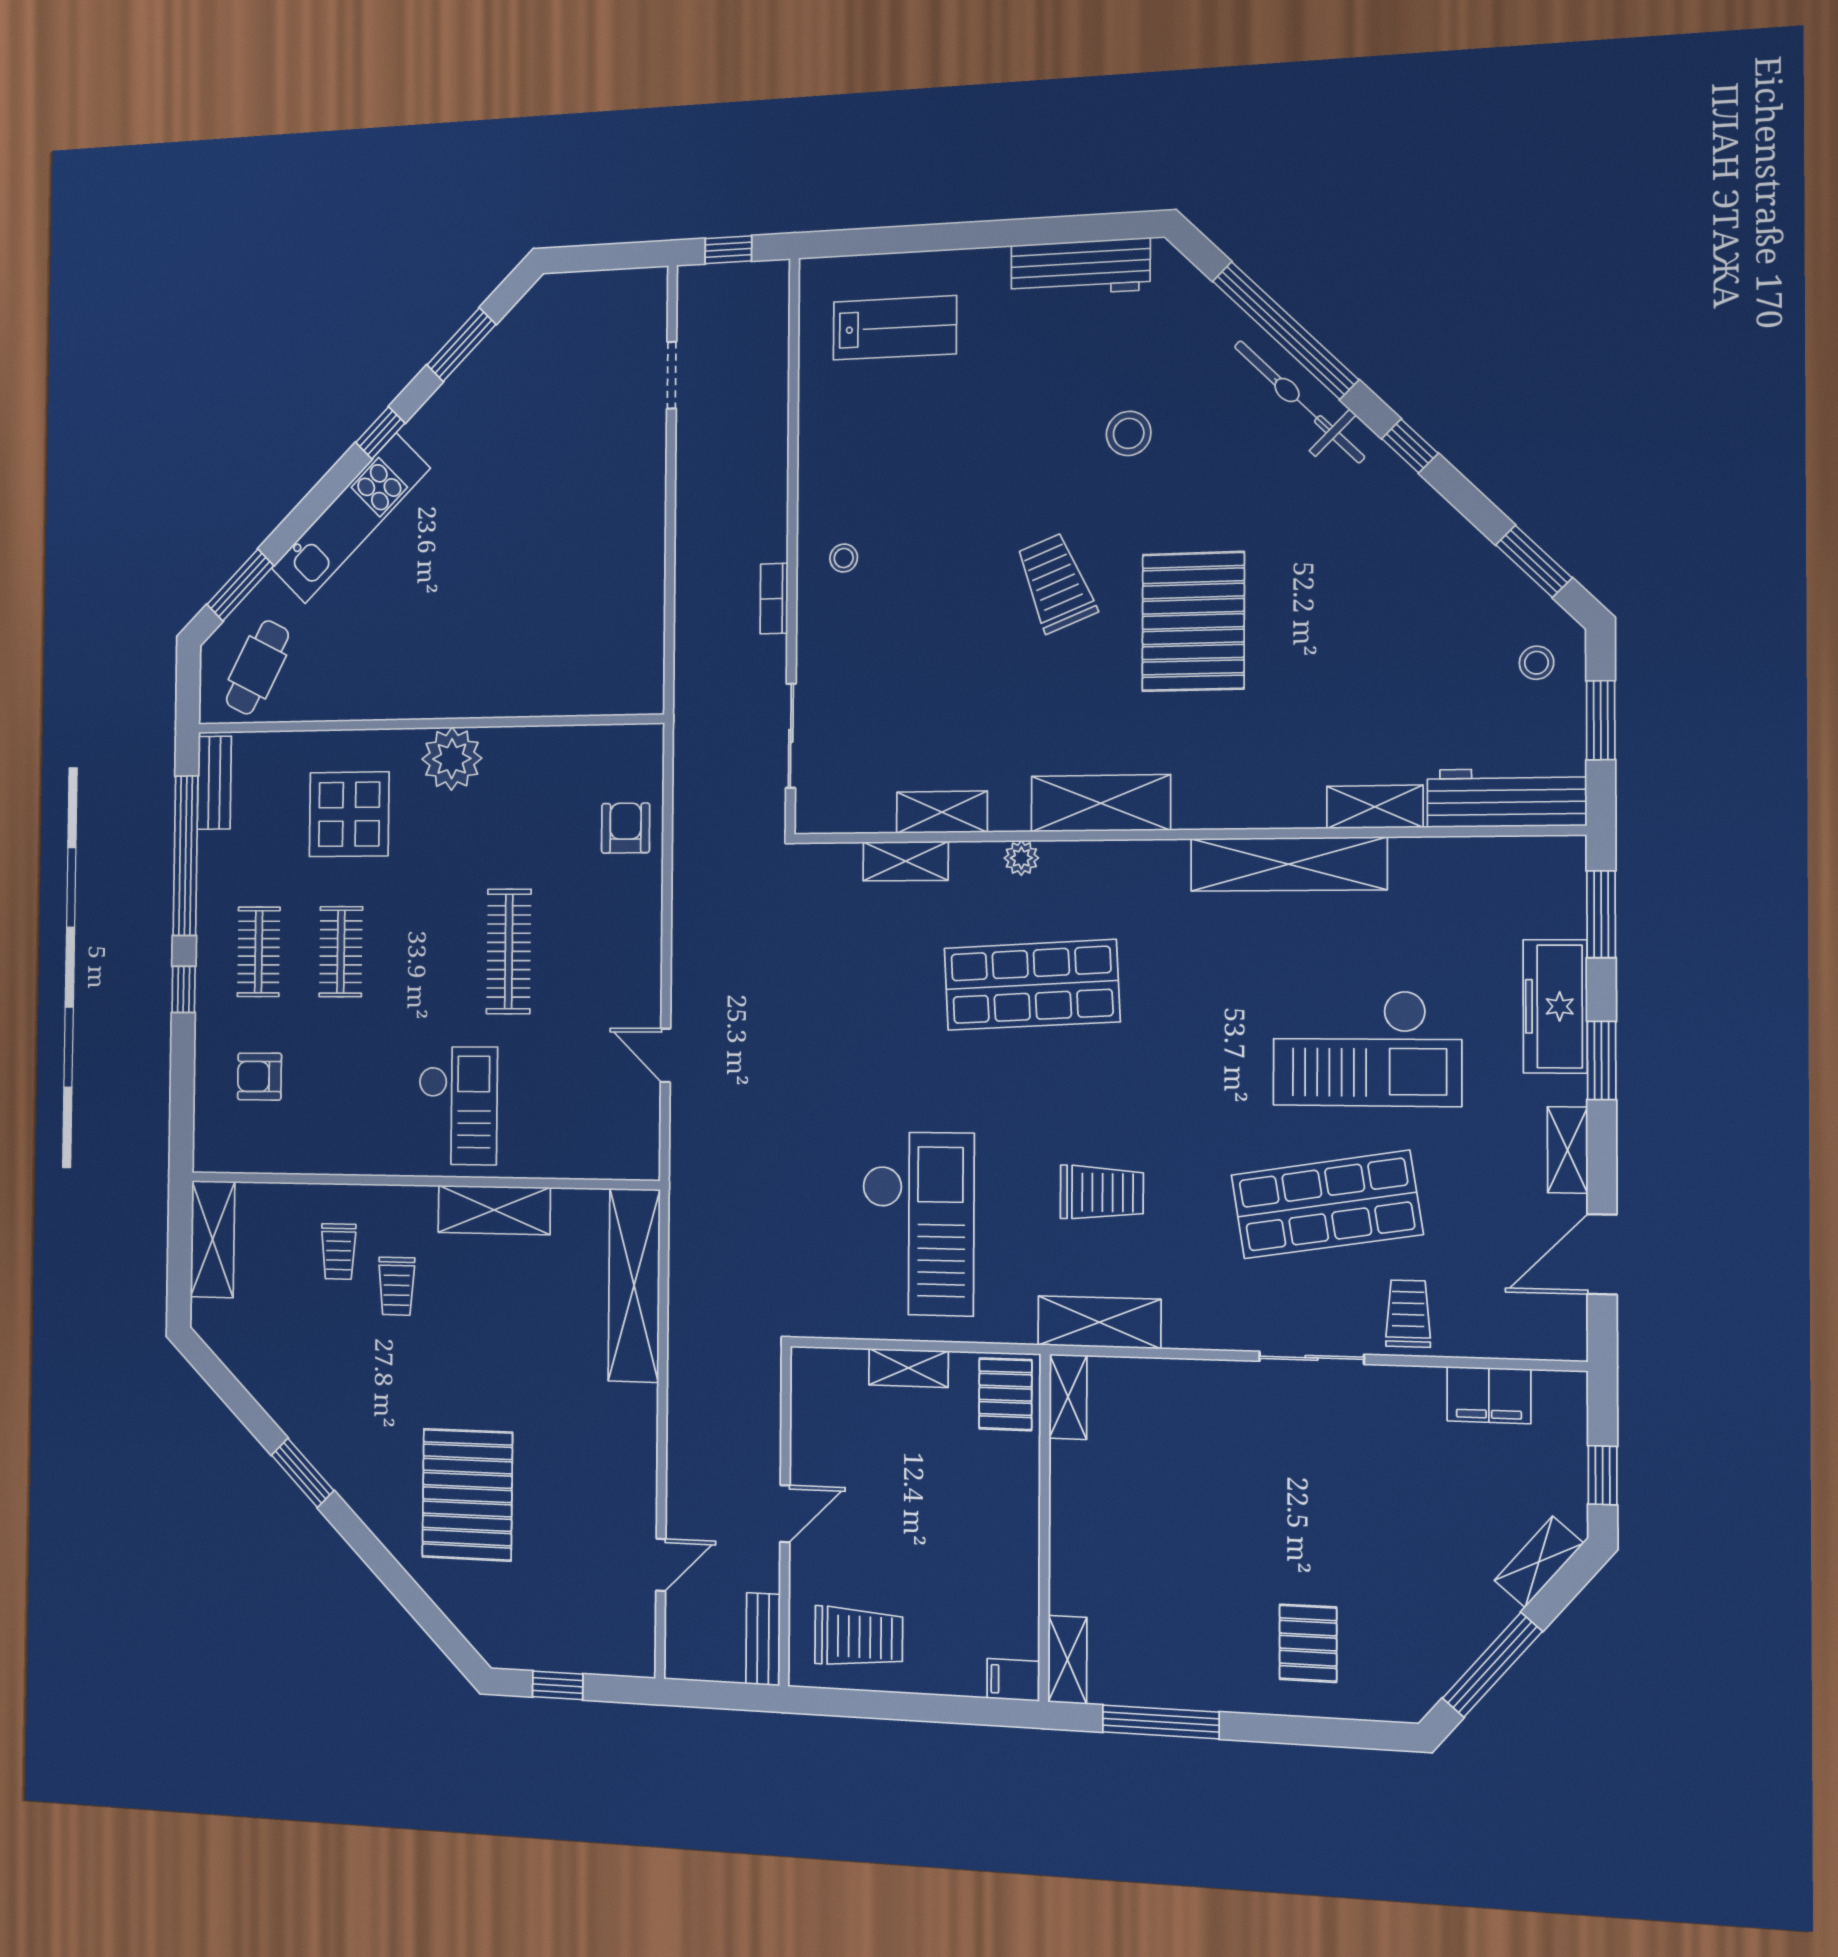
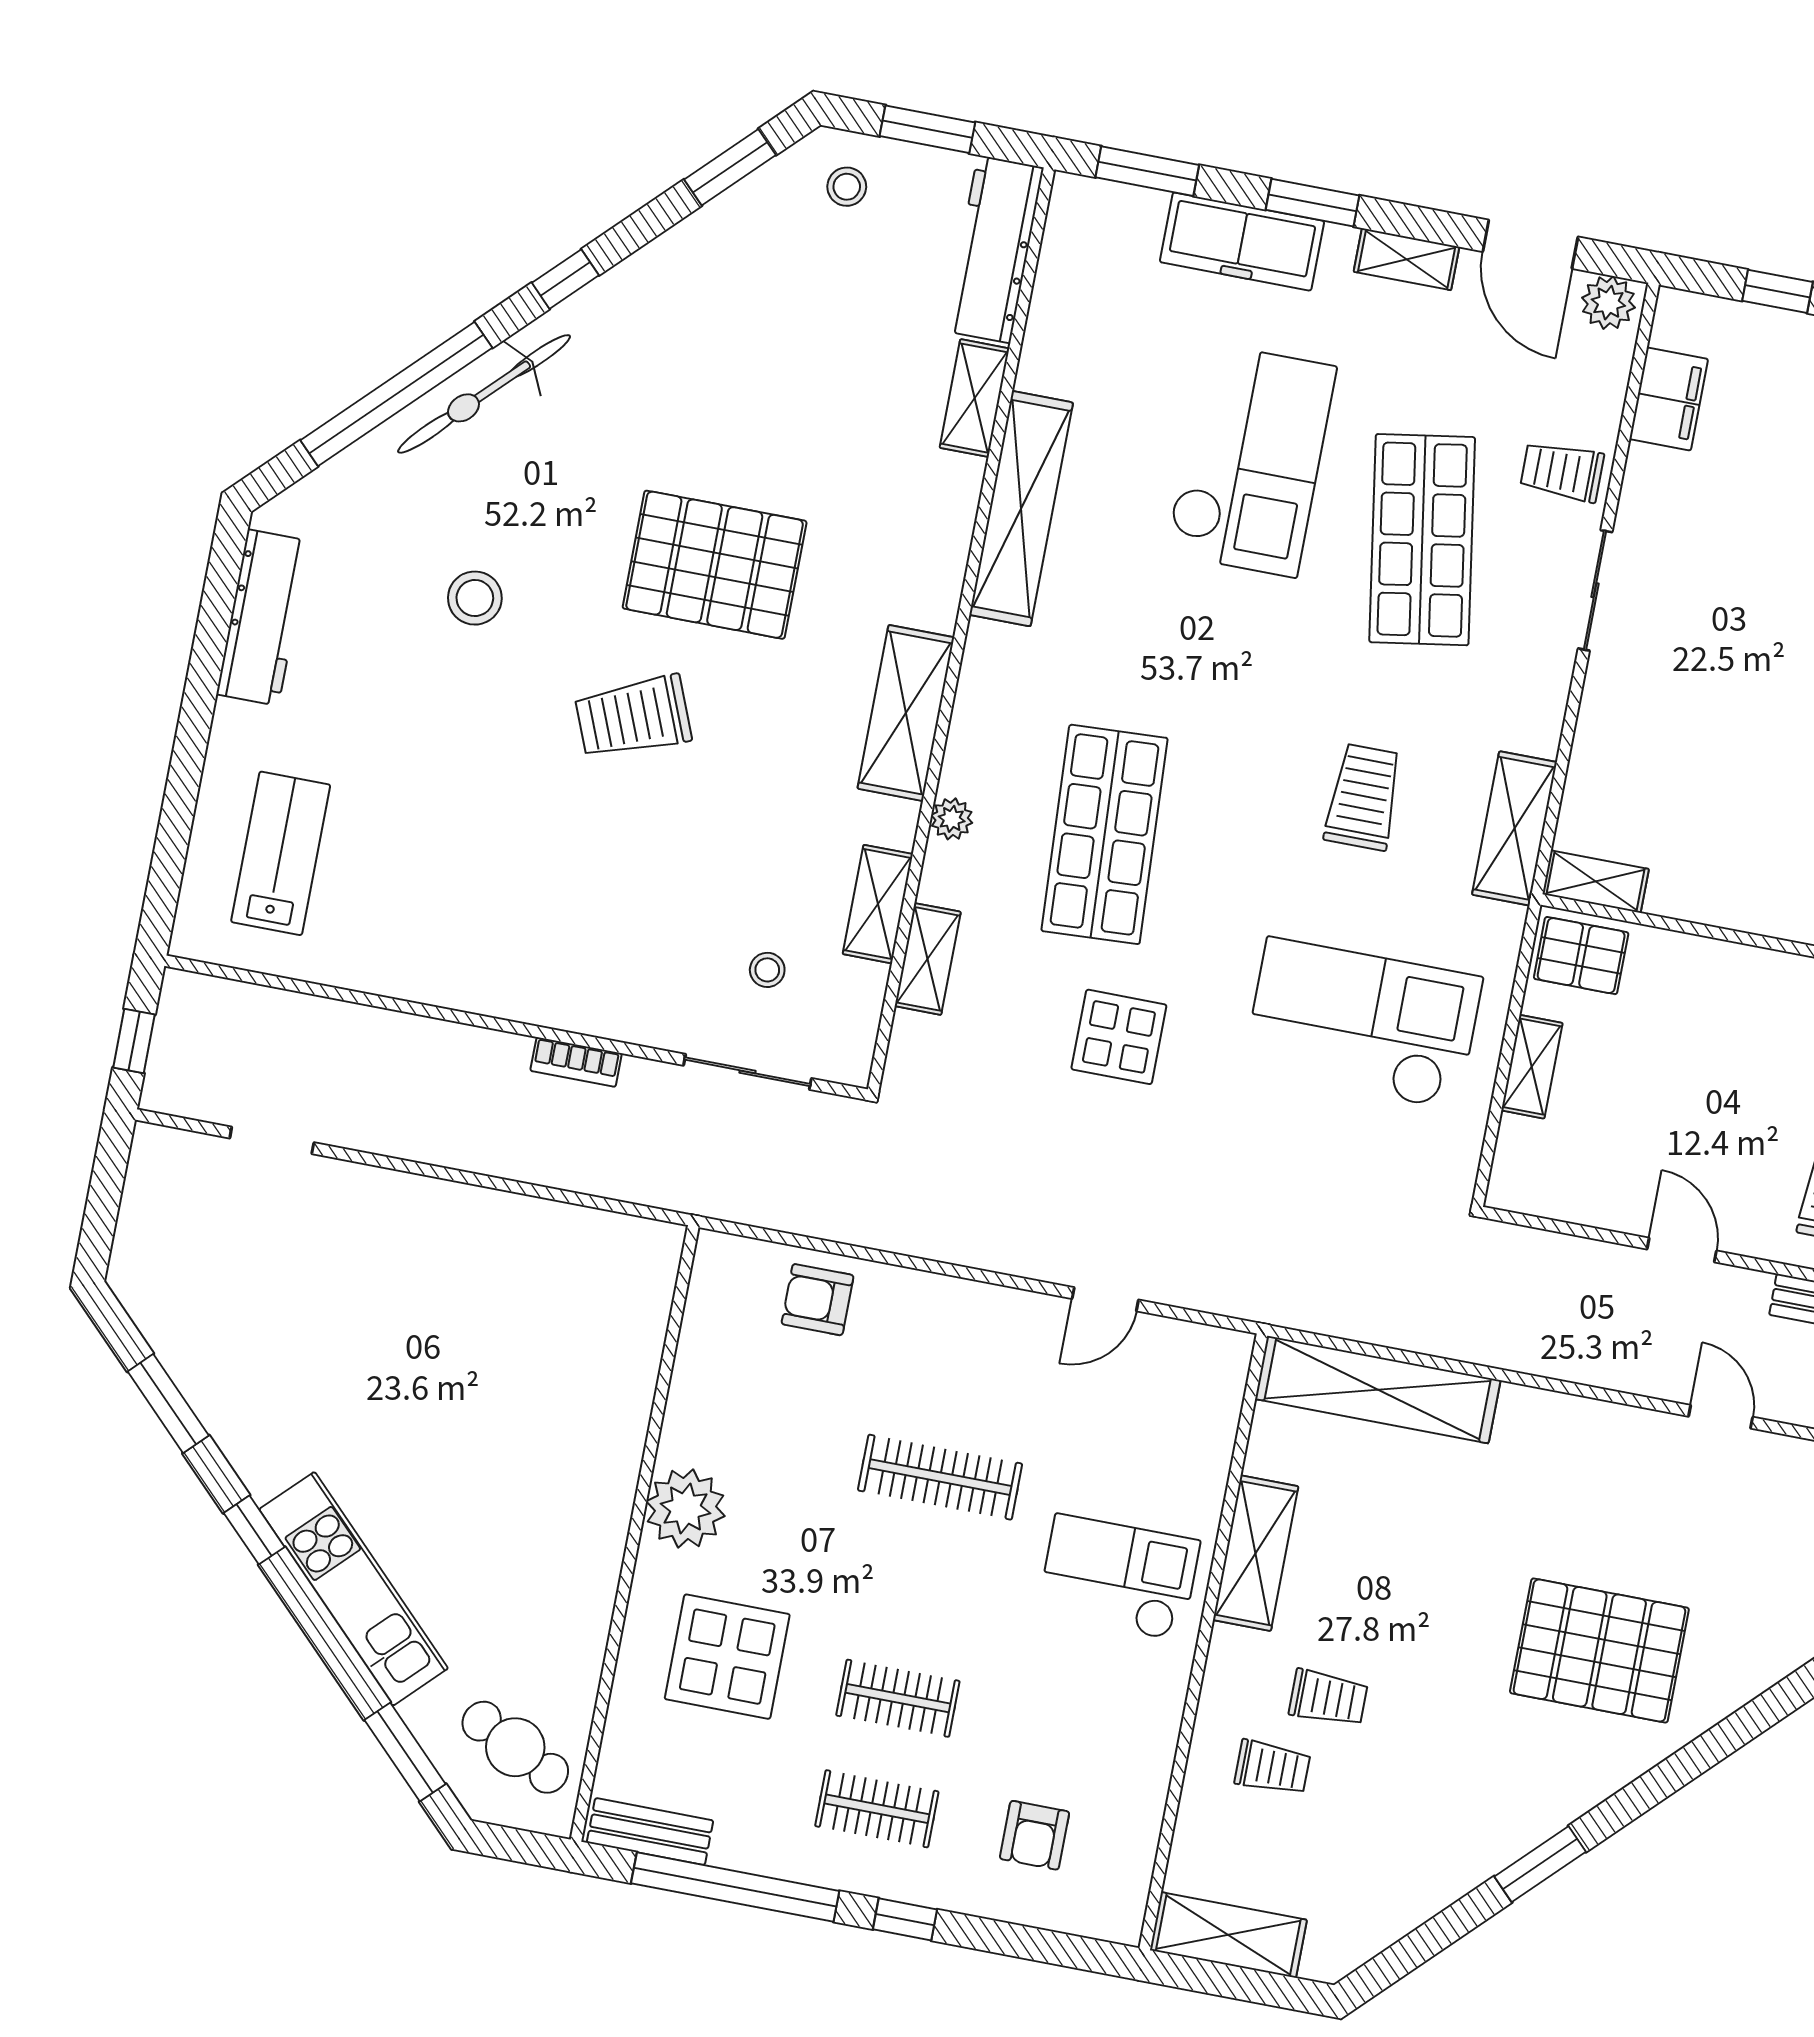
stool: (844, 558) -> (767, 970), moved
display table: (872, 1027) -> (1119, 1037), added
plant: (1564, 1330) -> (1608, 303), added

